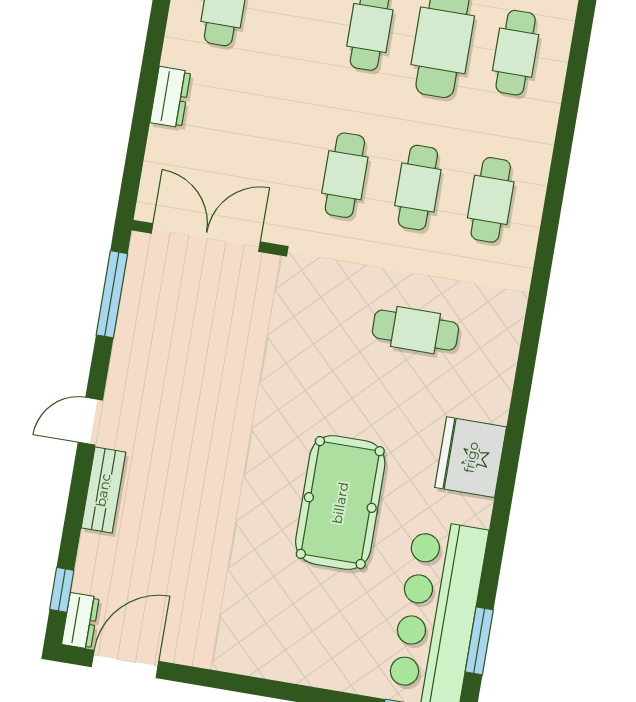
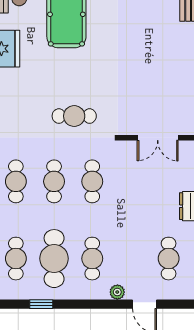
double door: (206, 238) -> (158, 138), width x0.73
cafe table: (415, 330) -> (74, 116), moved

